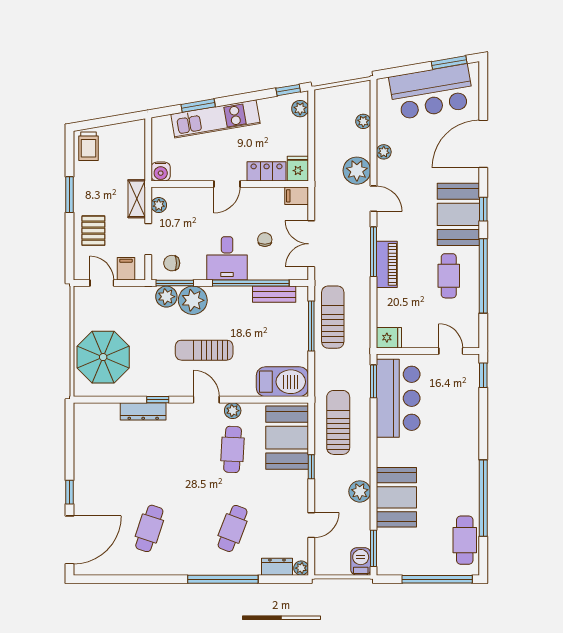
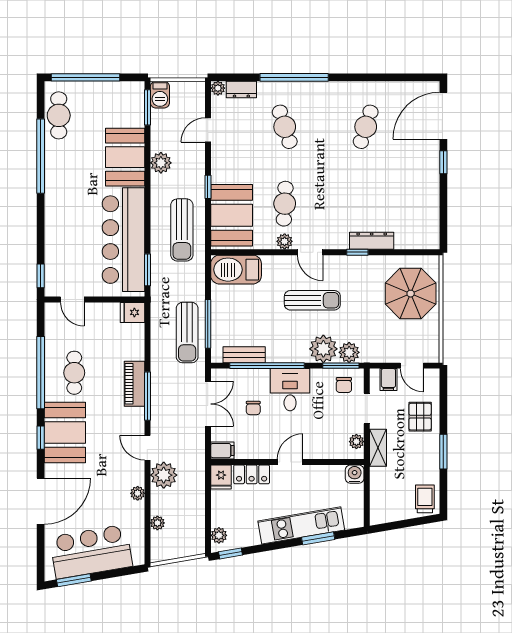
chair: (172, 263) -> (344, 385), turned 90
bar counter: (398, 398) -> (123, 240), width x1.36
cafe table: (233, 528) -> (285, 127), turned -39

